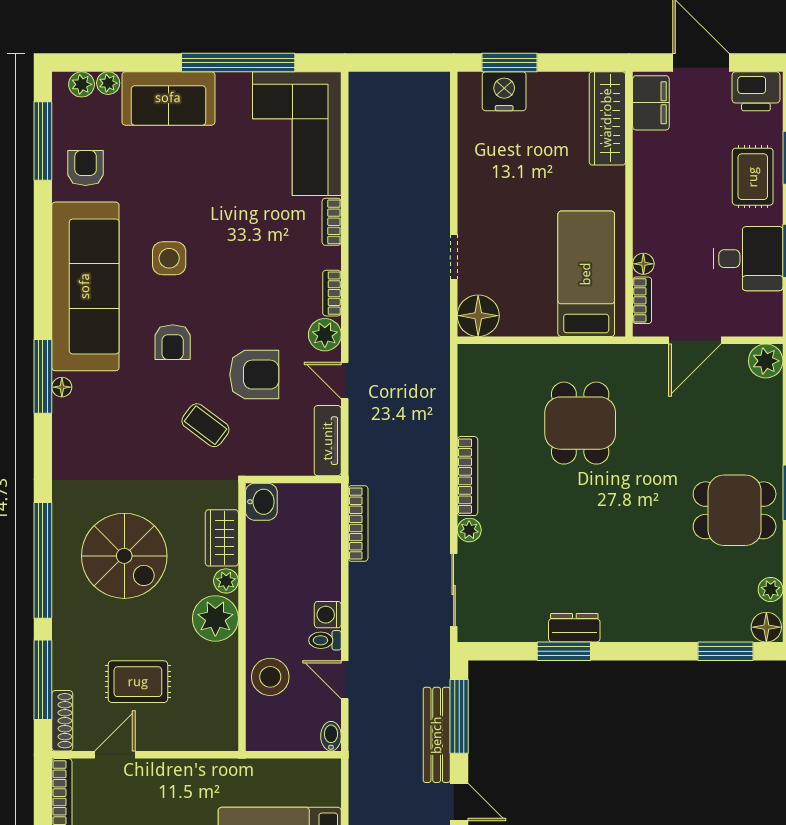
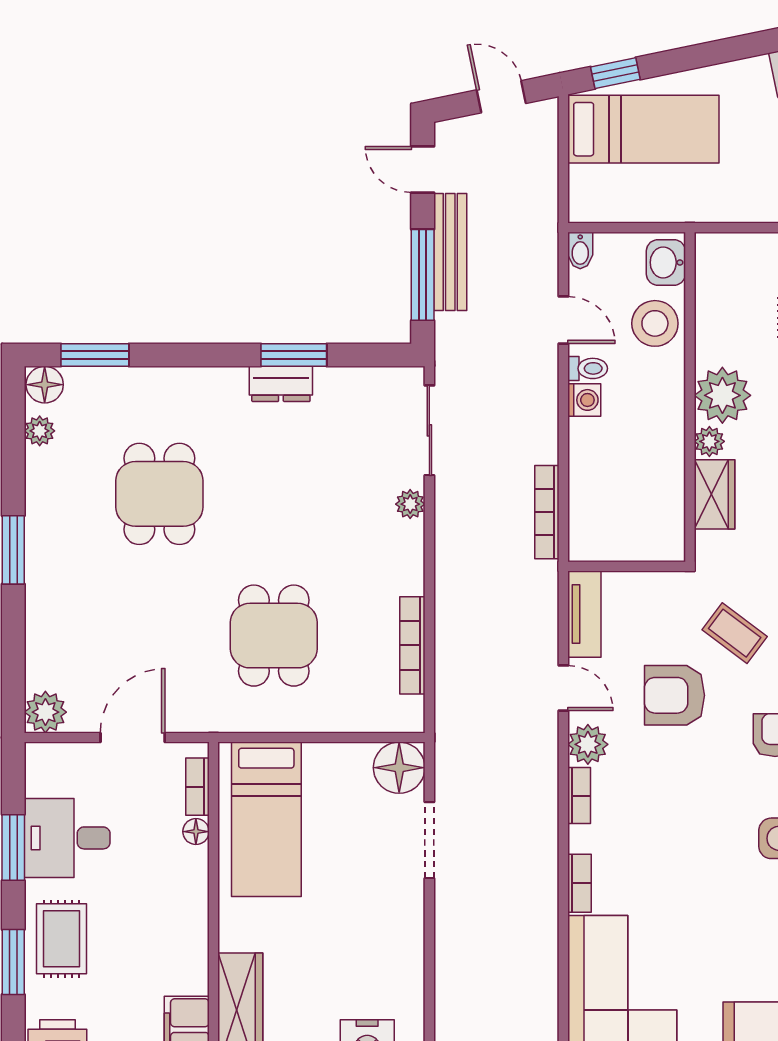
doorway: (454, 257) -> (429, 840), width x1.38
bookcase: (467, 476) -> (412, 645), moved
washbasin: (261, 502) -> (666, 262), moved
dining table: (735, 510) -> (159, 494), moved, turned 90

